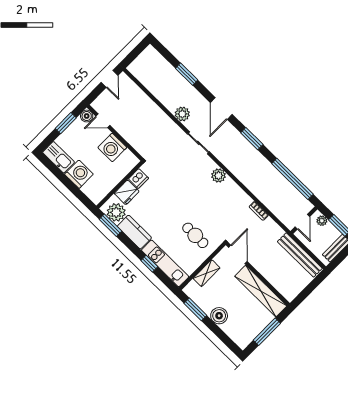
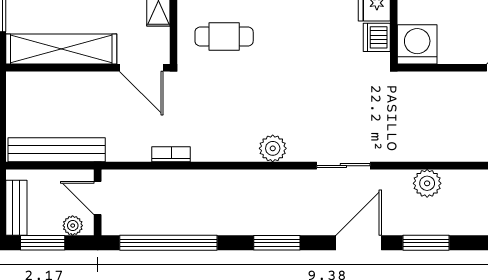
window: (187, 74) -> (426, 243), moved
door: (221, 108) -> (359, 243), hinge flipped
plant: (182, 114) -> (427, 183), moved
washing machine: (112, 147) -> (417, 44), moved

